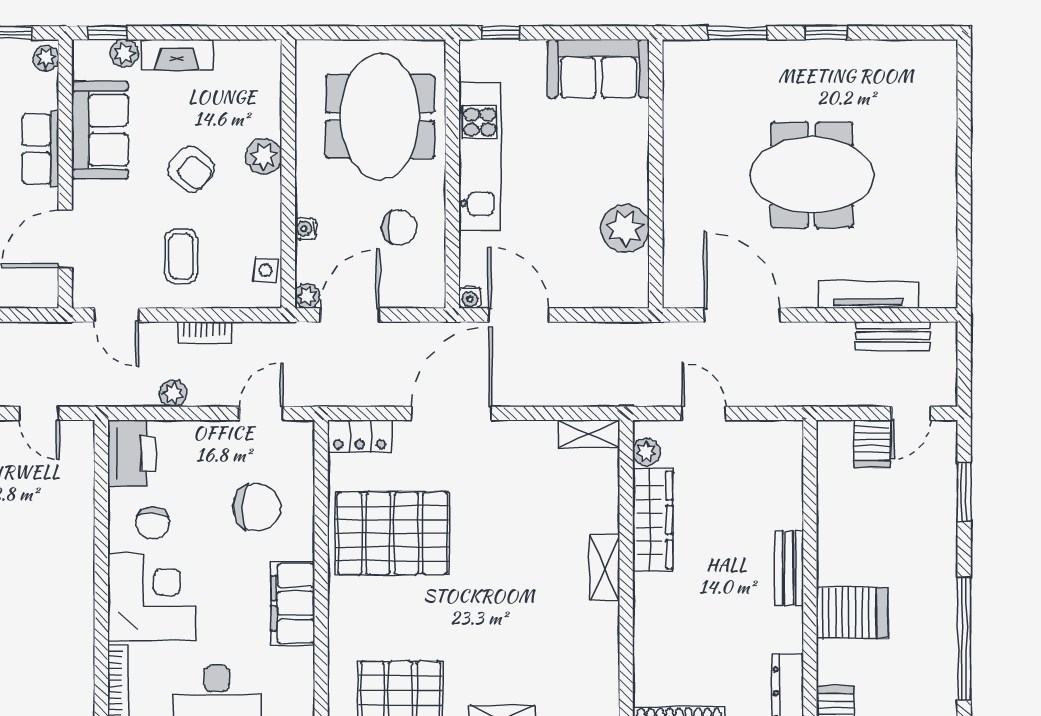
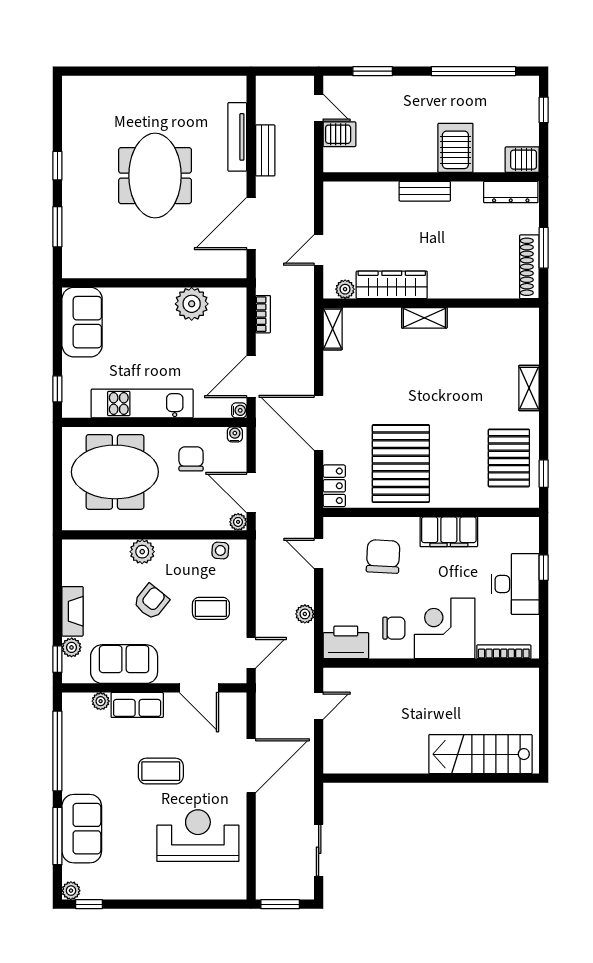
plant: (46, 58) -> (101, 701), moved
water cooler: (306, 229) -> (235, 434), moved, turned 180
bookcase: (204, 332) -> (263, 314), moved
bench: (893, 336) -> (265, 150), moved

